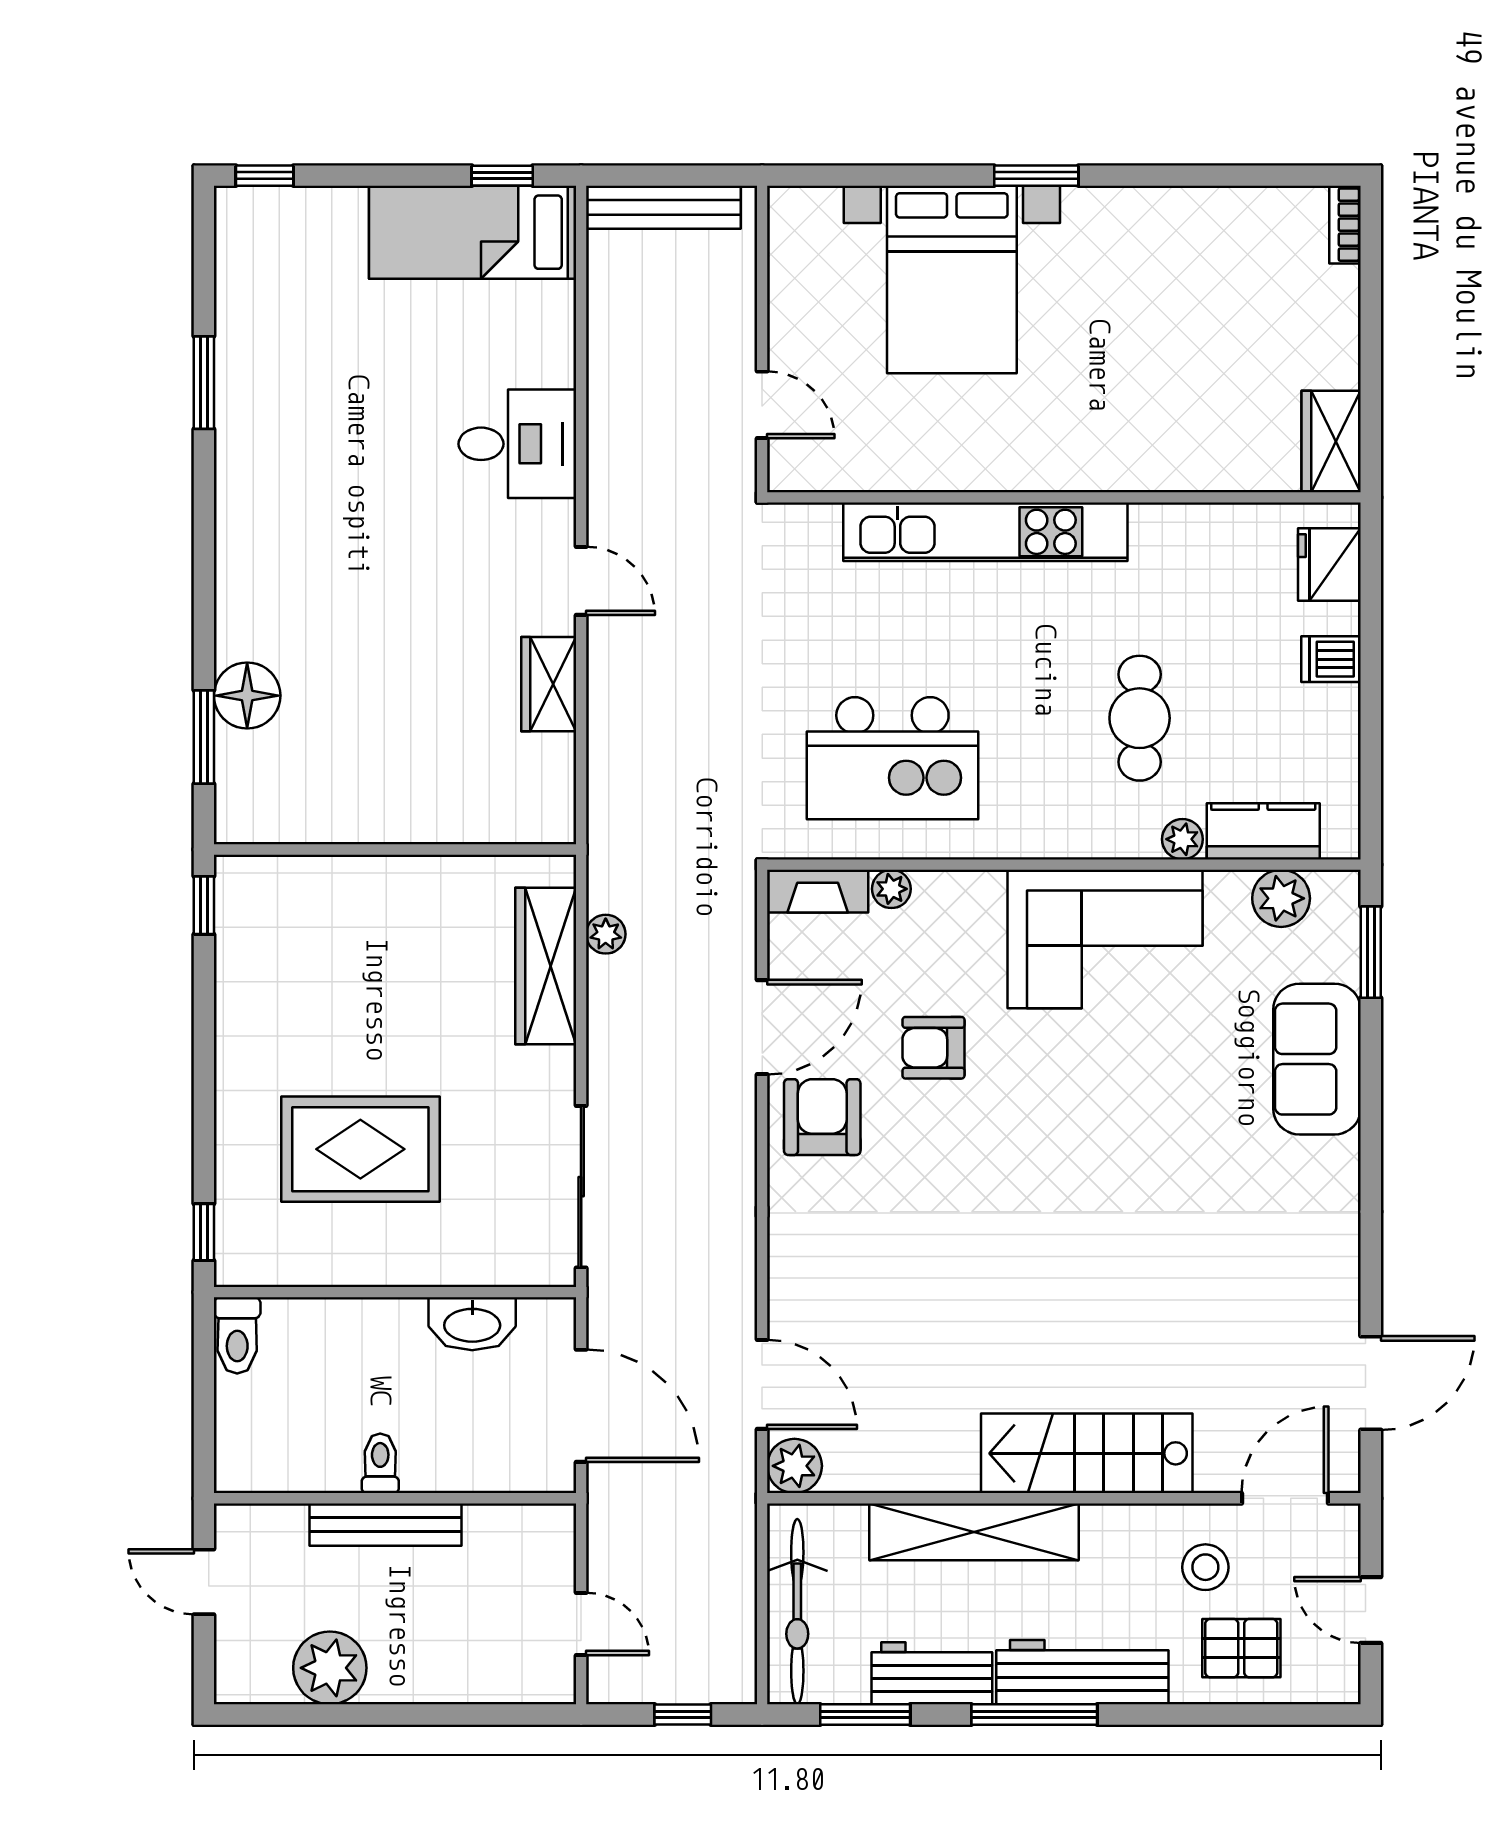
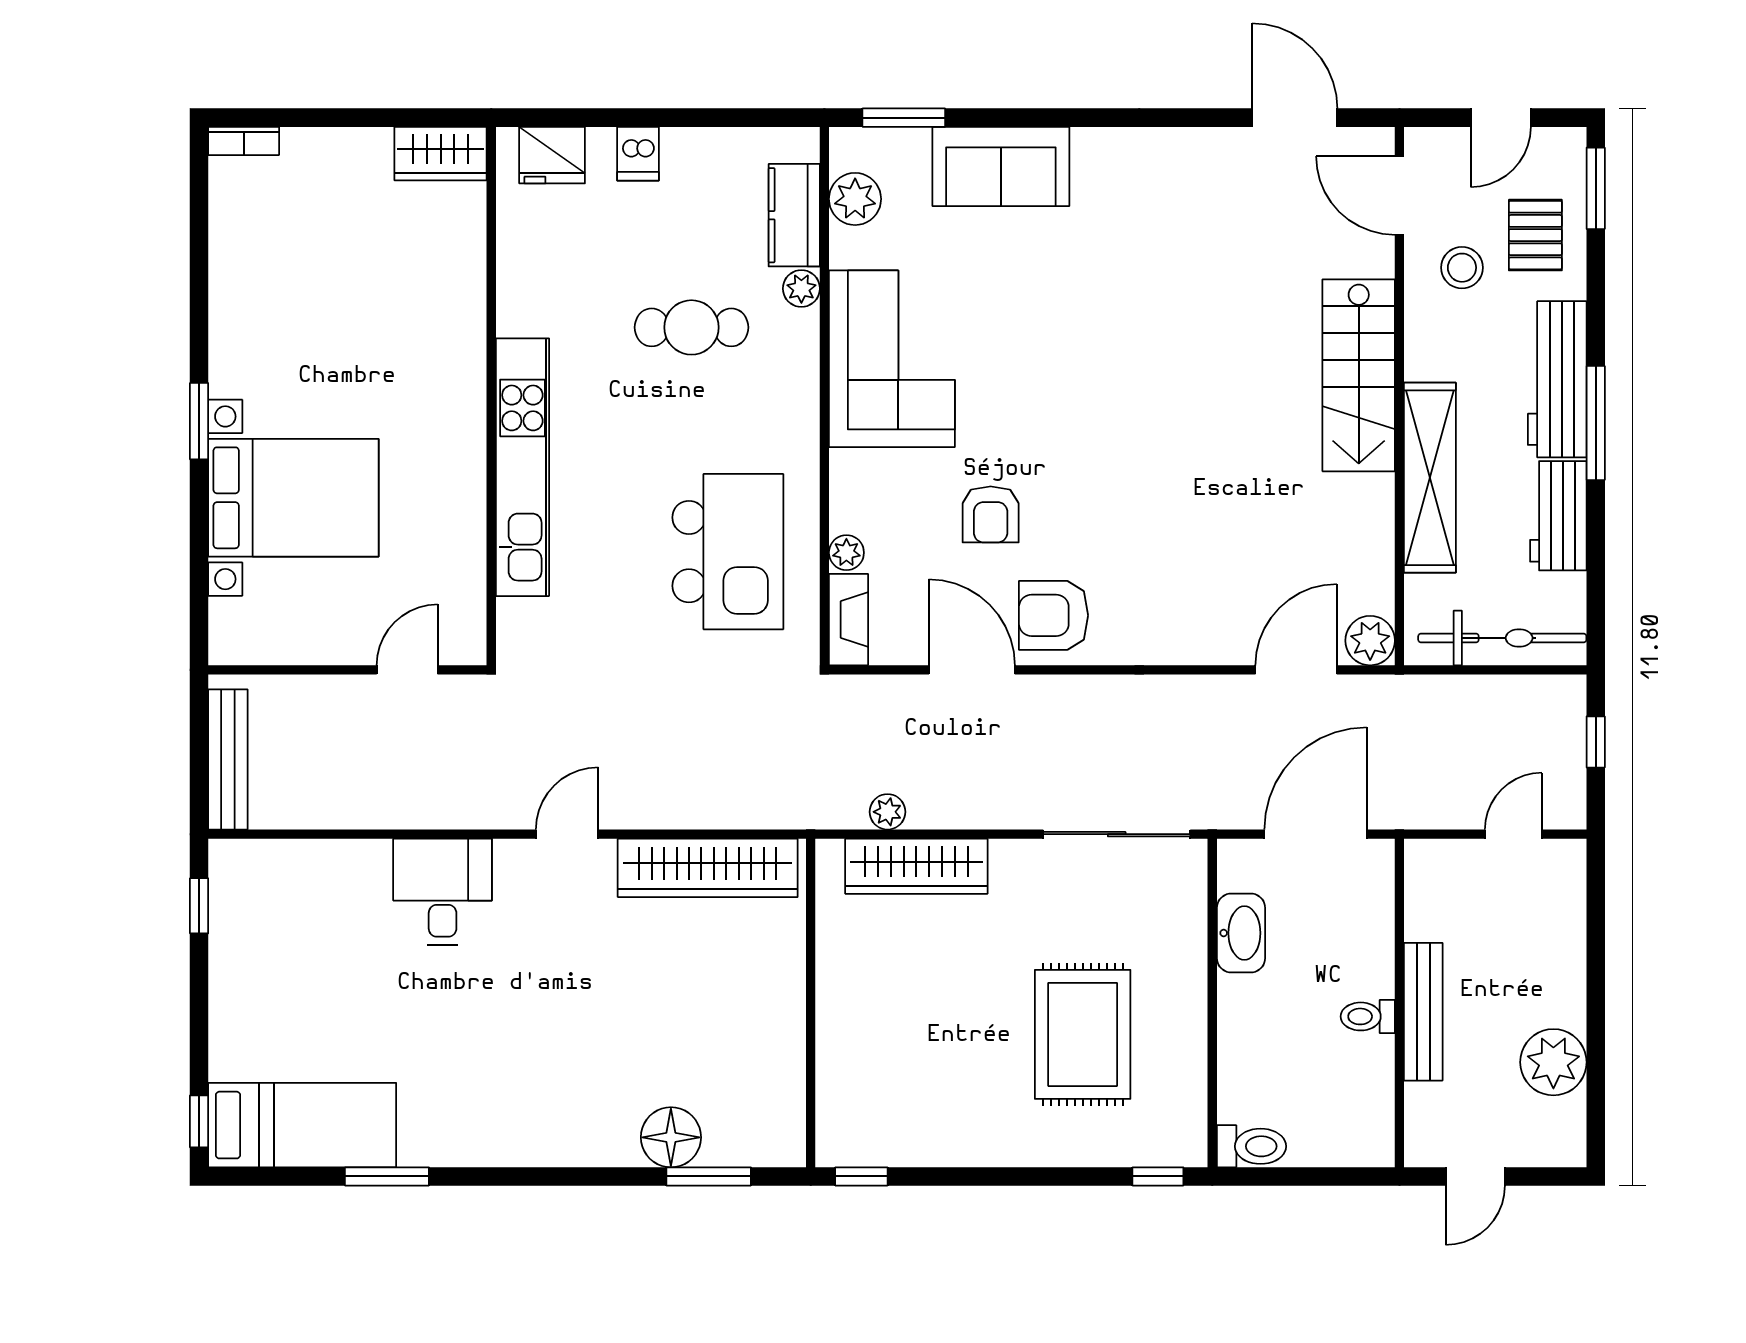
bed: (473, 232) -> (302, 1125), moved, turned -90
wardrobe: (549, 684) -> (708, 868), width x2.10, depth x1.17
window: (865, 1715) -> (1596, 188), moved

